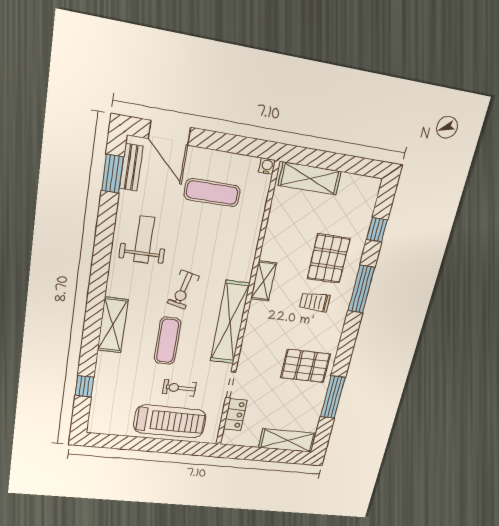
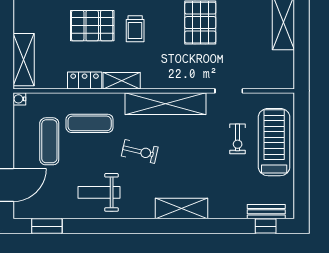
bench: (131, 167) -> (266, 212), moved
exercise mat: (168, 341) -> (90, 123), moved
window: (84, 386) -> (266, 226), moved
locker: (235, 415) -> (85, 80), moved

